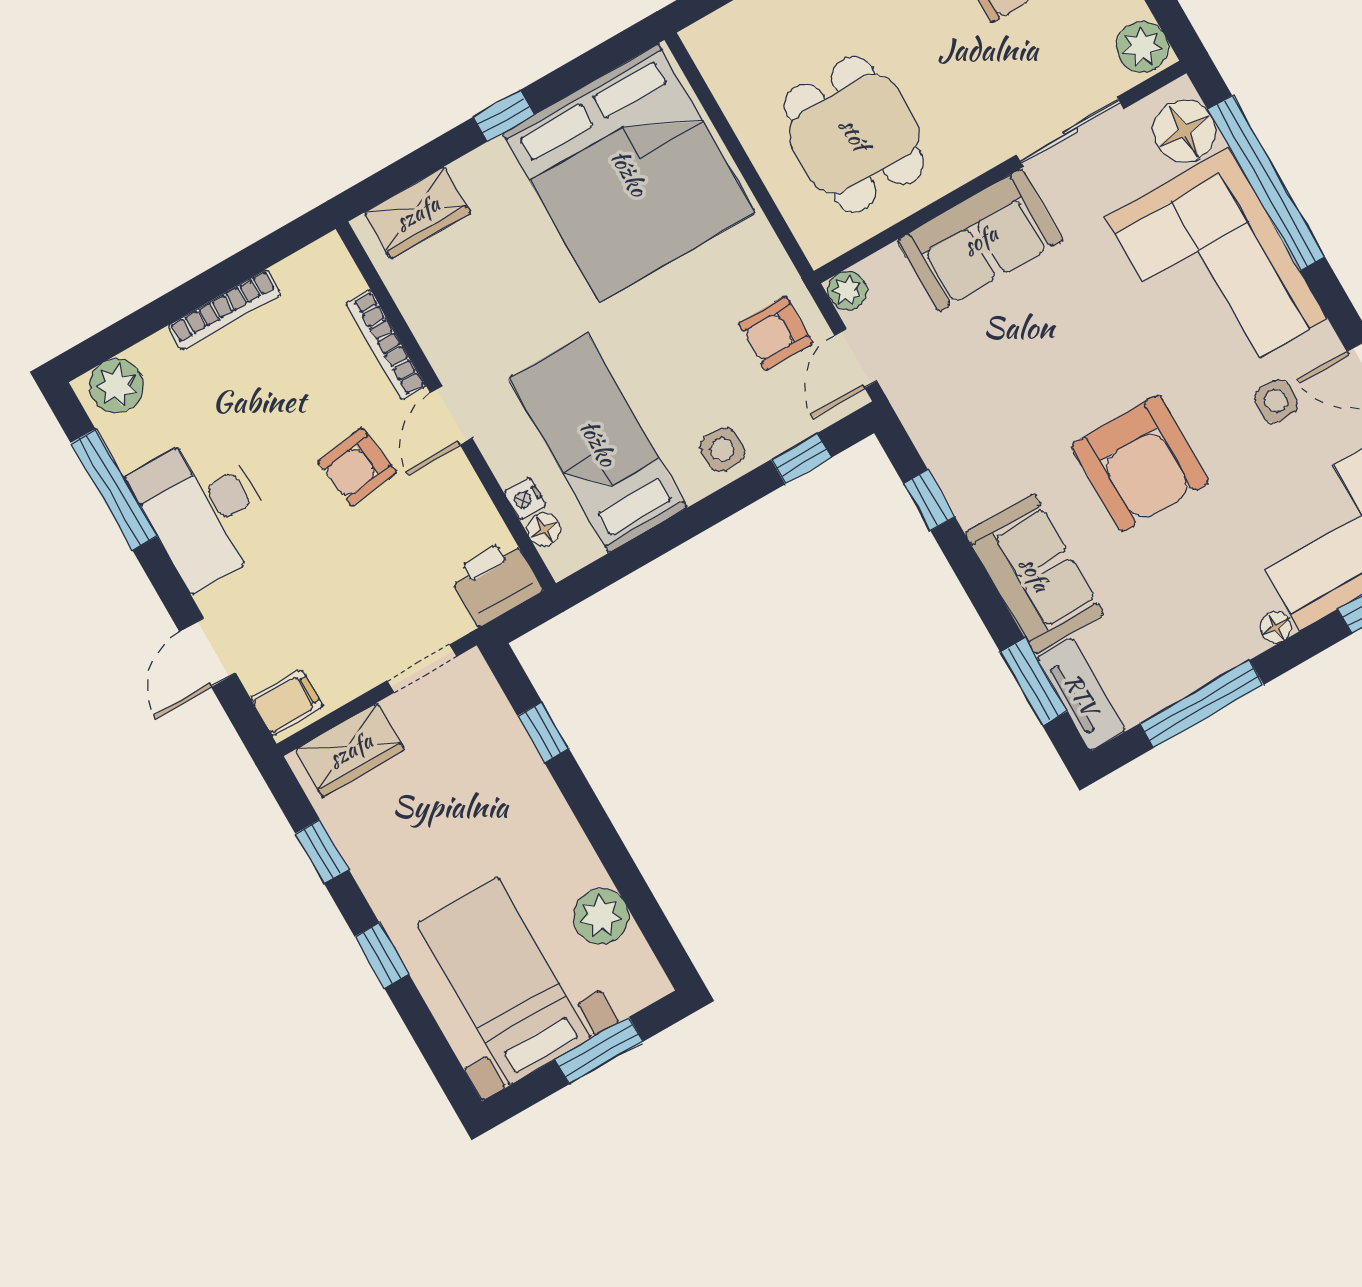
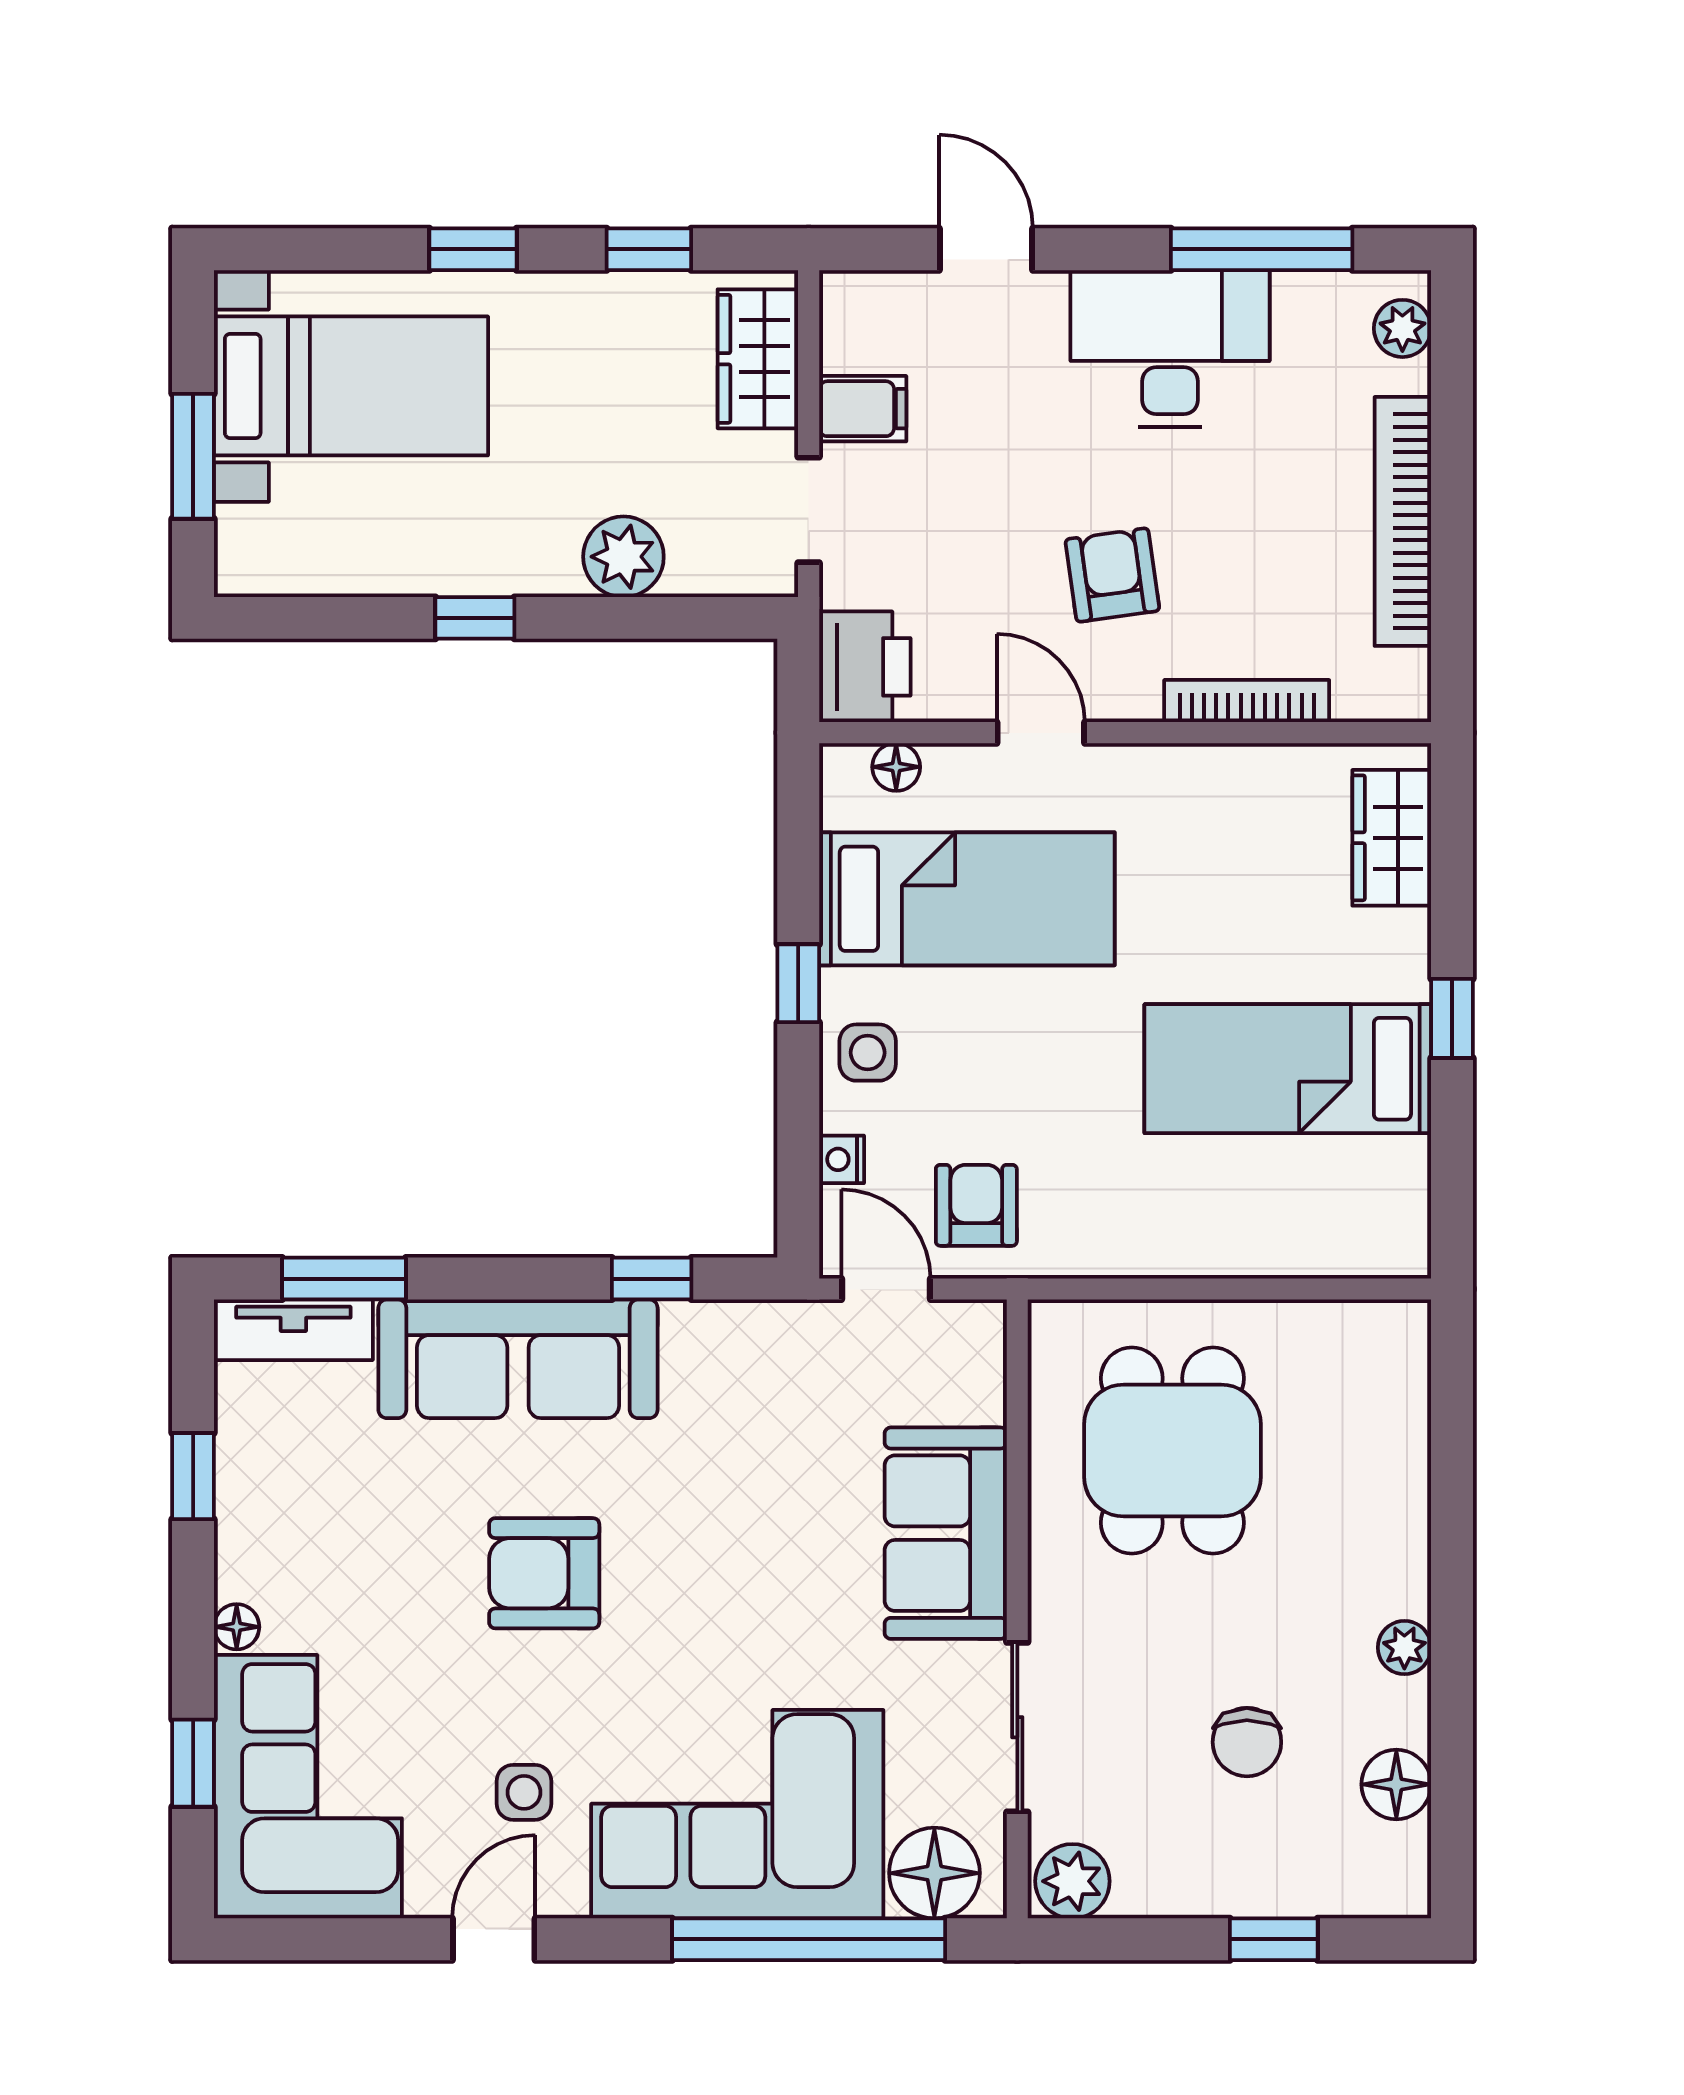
dining table: (854, 134) -> (1172, 1451), turned 90
bed: (629, 173) -> (1288, 1069), width x0.49
plant: (847, 290) -> (978, 1328), removed
bookcase: (224, 310) -> (1403, 521), width x1.48, depth x1.31
plant: (116, 386) -> (1402, 328), width x0.73, depth x0.73
door: (451, 415) -> (1041, 733), moved
window: (801, 459) -> (798, 983), moved
armchair: (1140, 464) -> (544, 1573), width x0.73, depth x0.73
nightstand: (525, 499) -> (842, 1159), moved, turned -90
sofa: (1035, 574) -> (518, 1359), width x1.36
filing cabinet: (287, 702) -> (863, 409), moved, turned -90
window: (1202, 704) -> (193, 1476), width x0.46
window: (543, 732) -> (475, 618), moved
plant: (601, 916) -> (623, 557), moved

